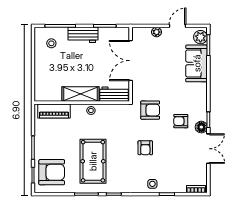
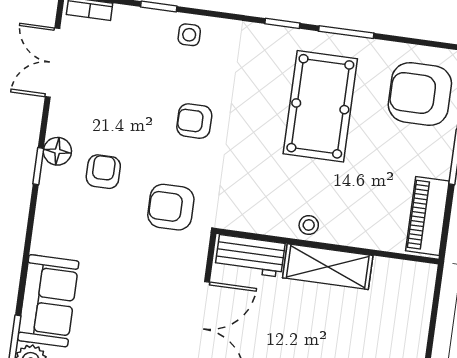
piano: (54, 111) -> (427, 216), moved, turned -90
armchair: (181, 121) -> (103, 172), turned -90
armchair: (145, 148) -> (194, 121), turned -90
double door: (208, 149) -> (53, 63), moved

